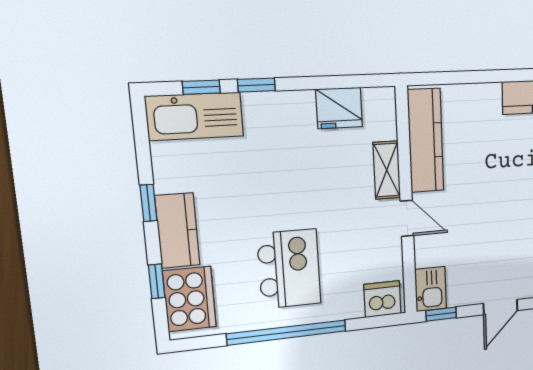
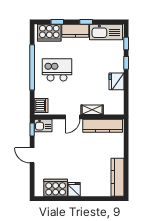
fridge: (339, 108) -> (117, 81), moved
kitchen sink: (195, 116) -> (106, 32), moved, turned -90
kitchen island: (289, 269) -> (57, 70), turned 180

